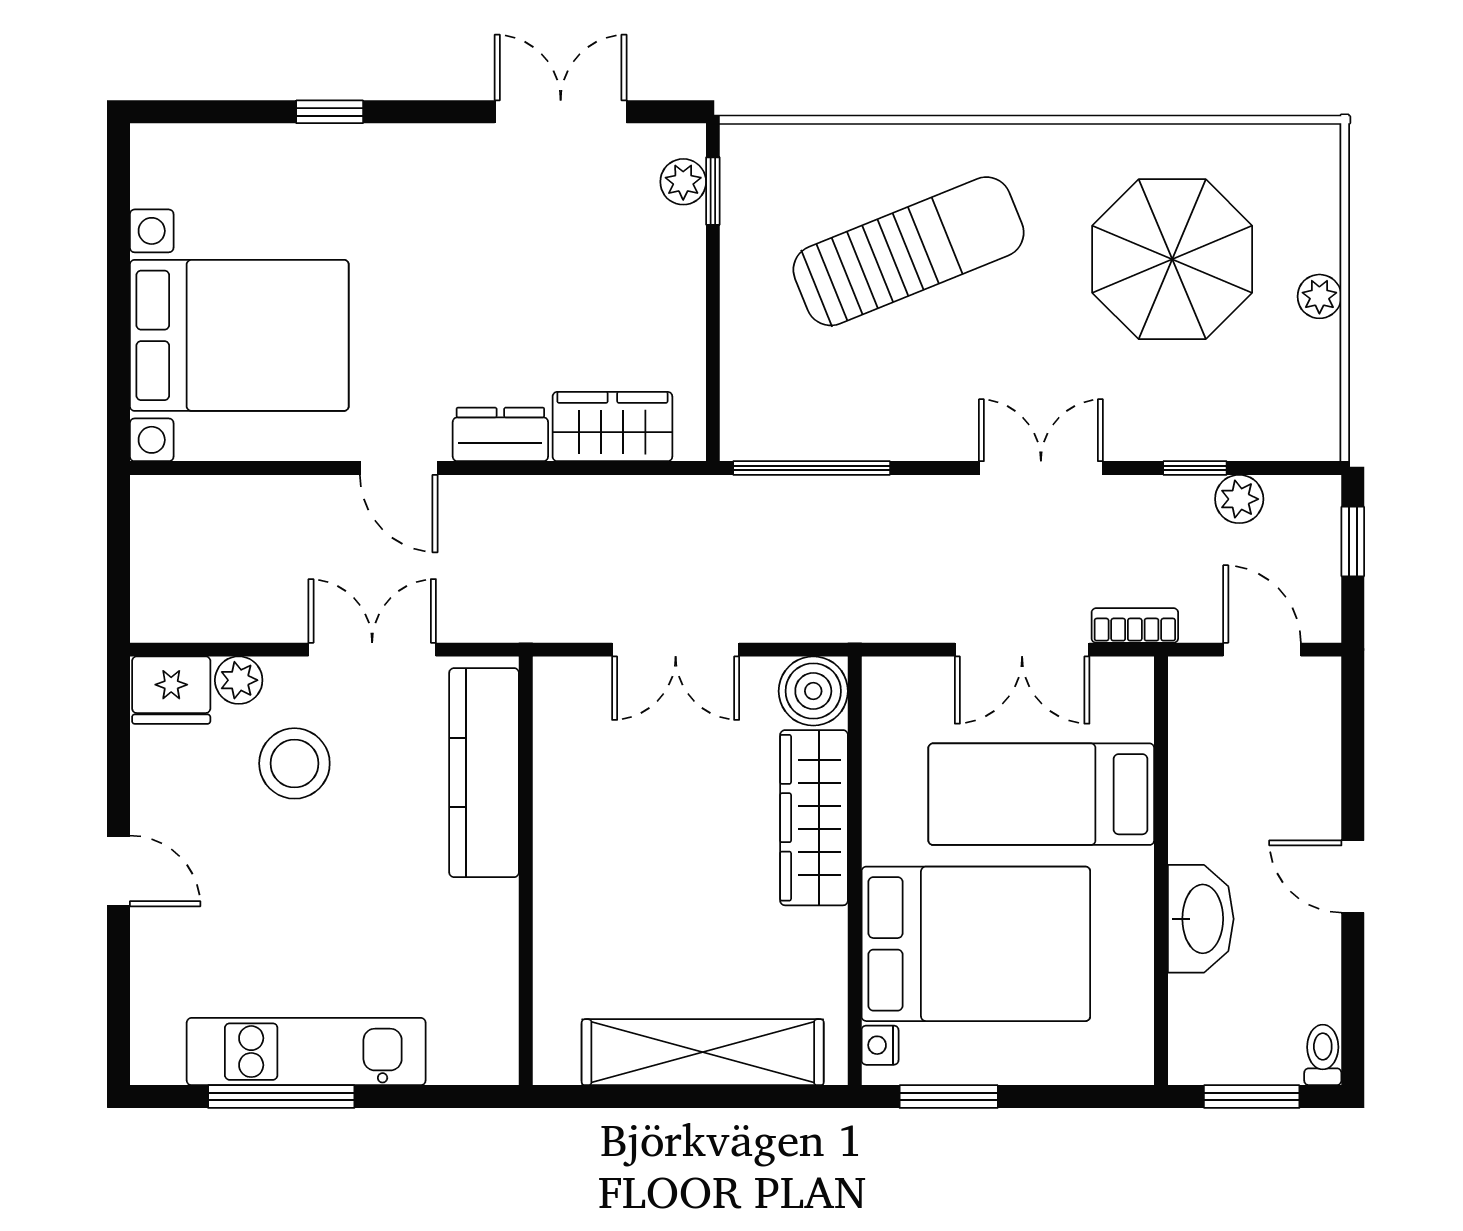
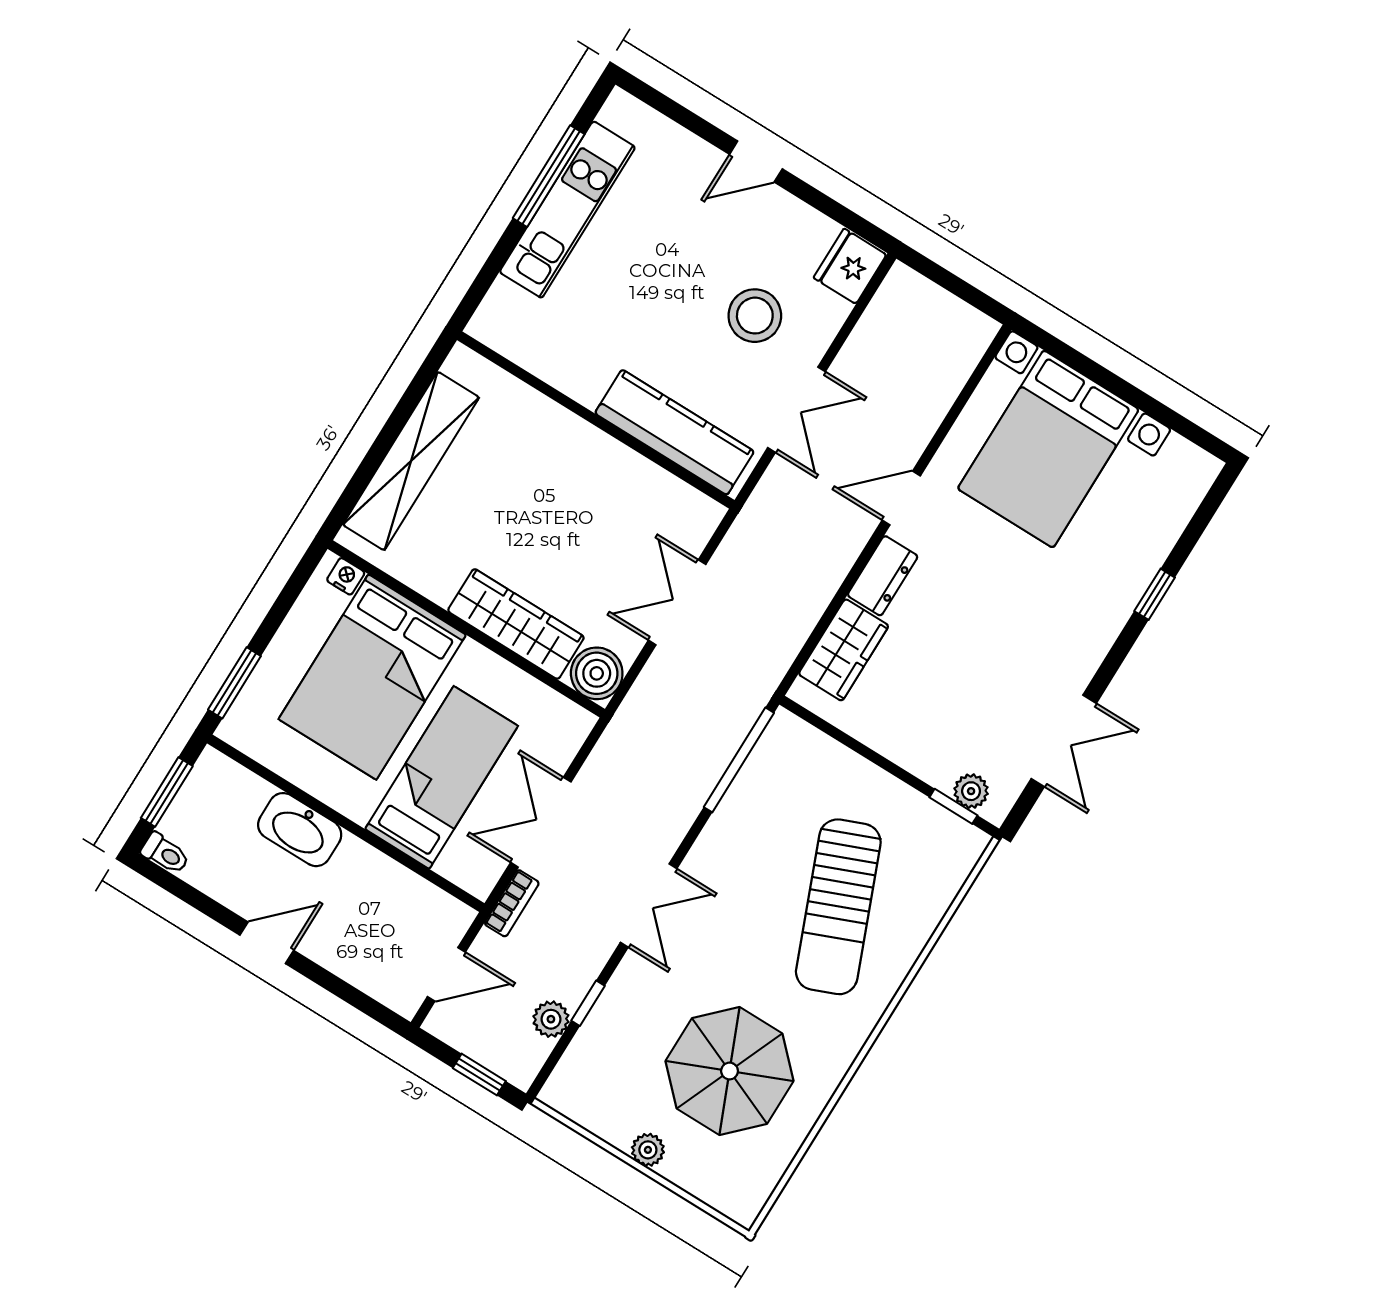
plant: (239, 680) -> (830, 313), removed
window: (949, 1097) -> (234, 683), moved

